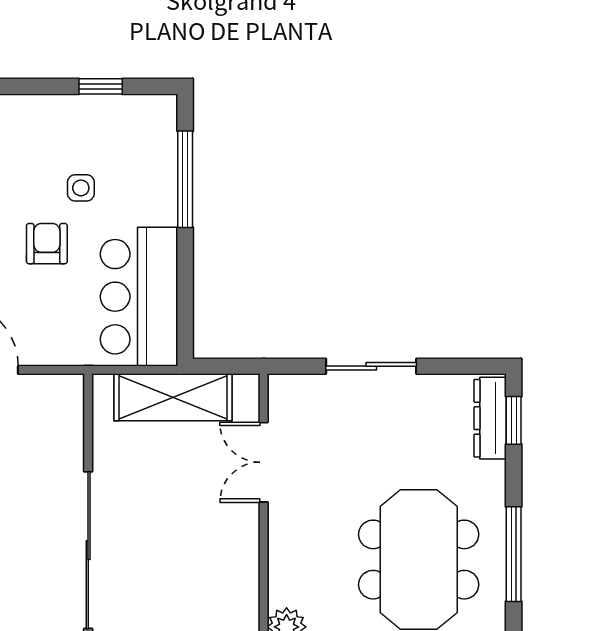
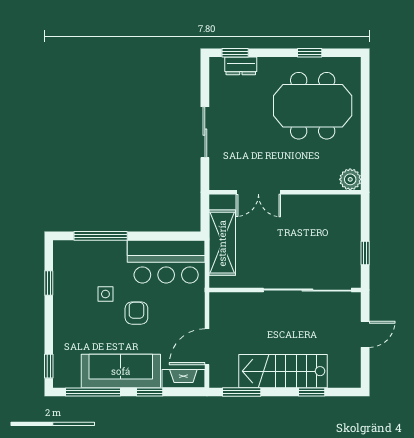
armchair: (47, 244) -> (136, 313), turned 90
dresser: (490, 418) -> (241, 66), width x0.70
window: (514, 554) -> (310, 53), width x0.46

